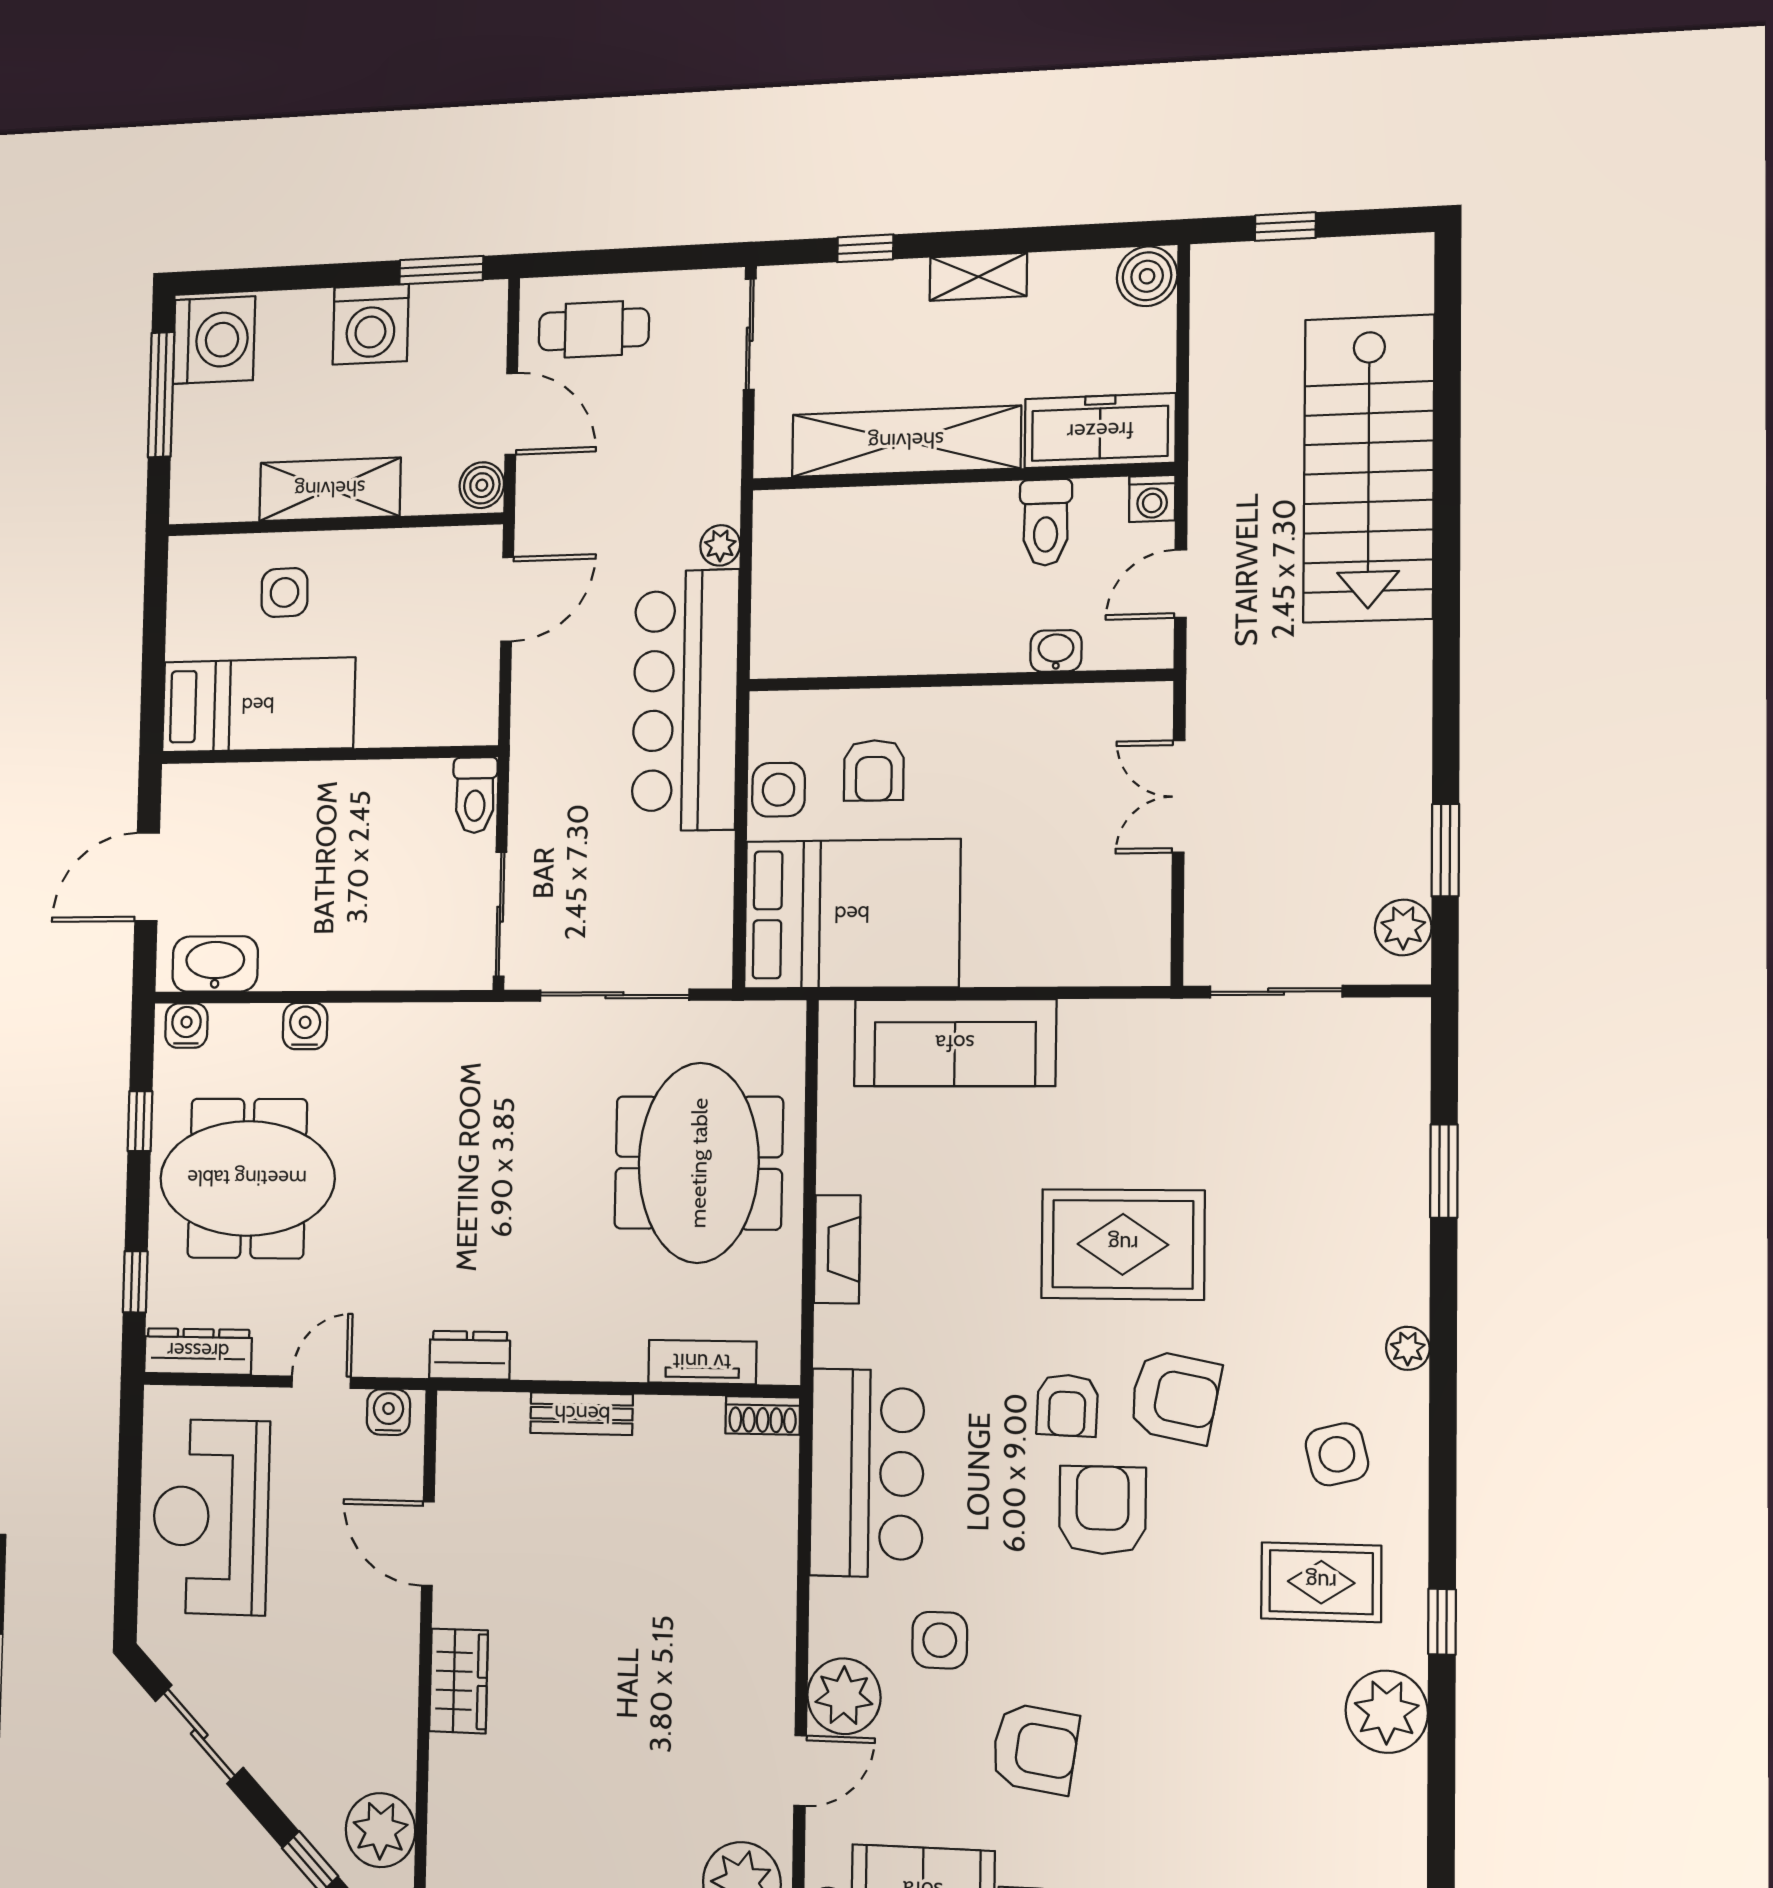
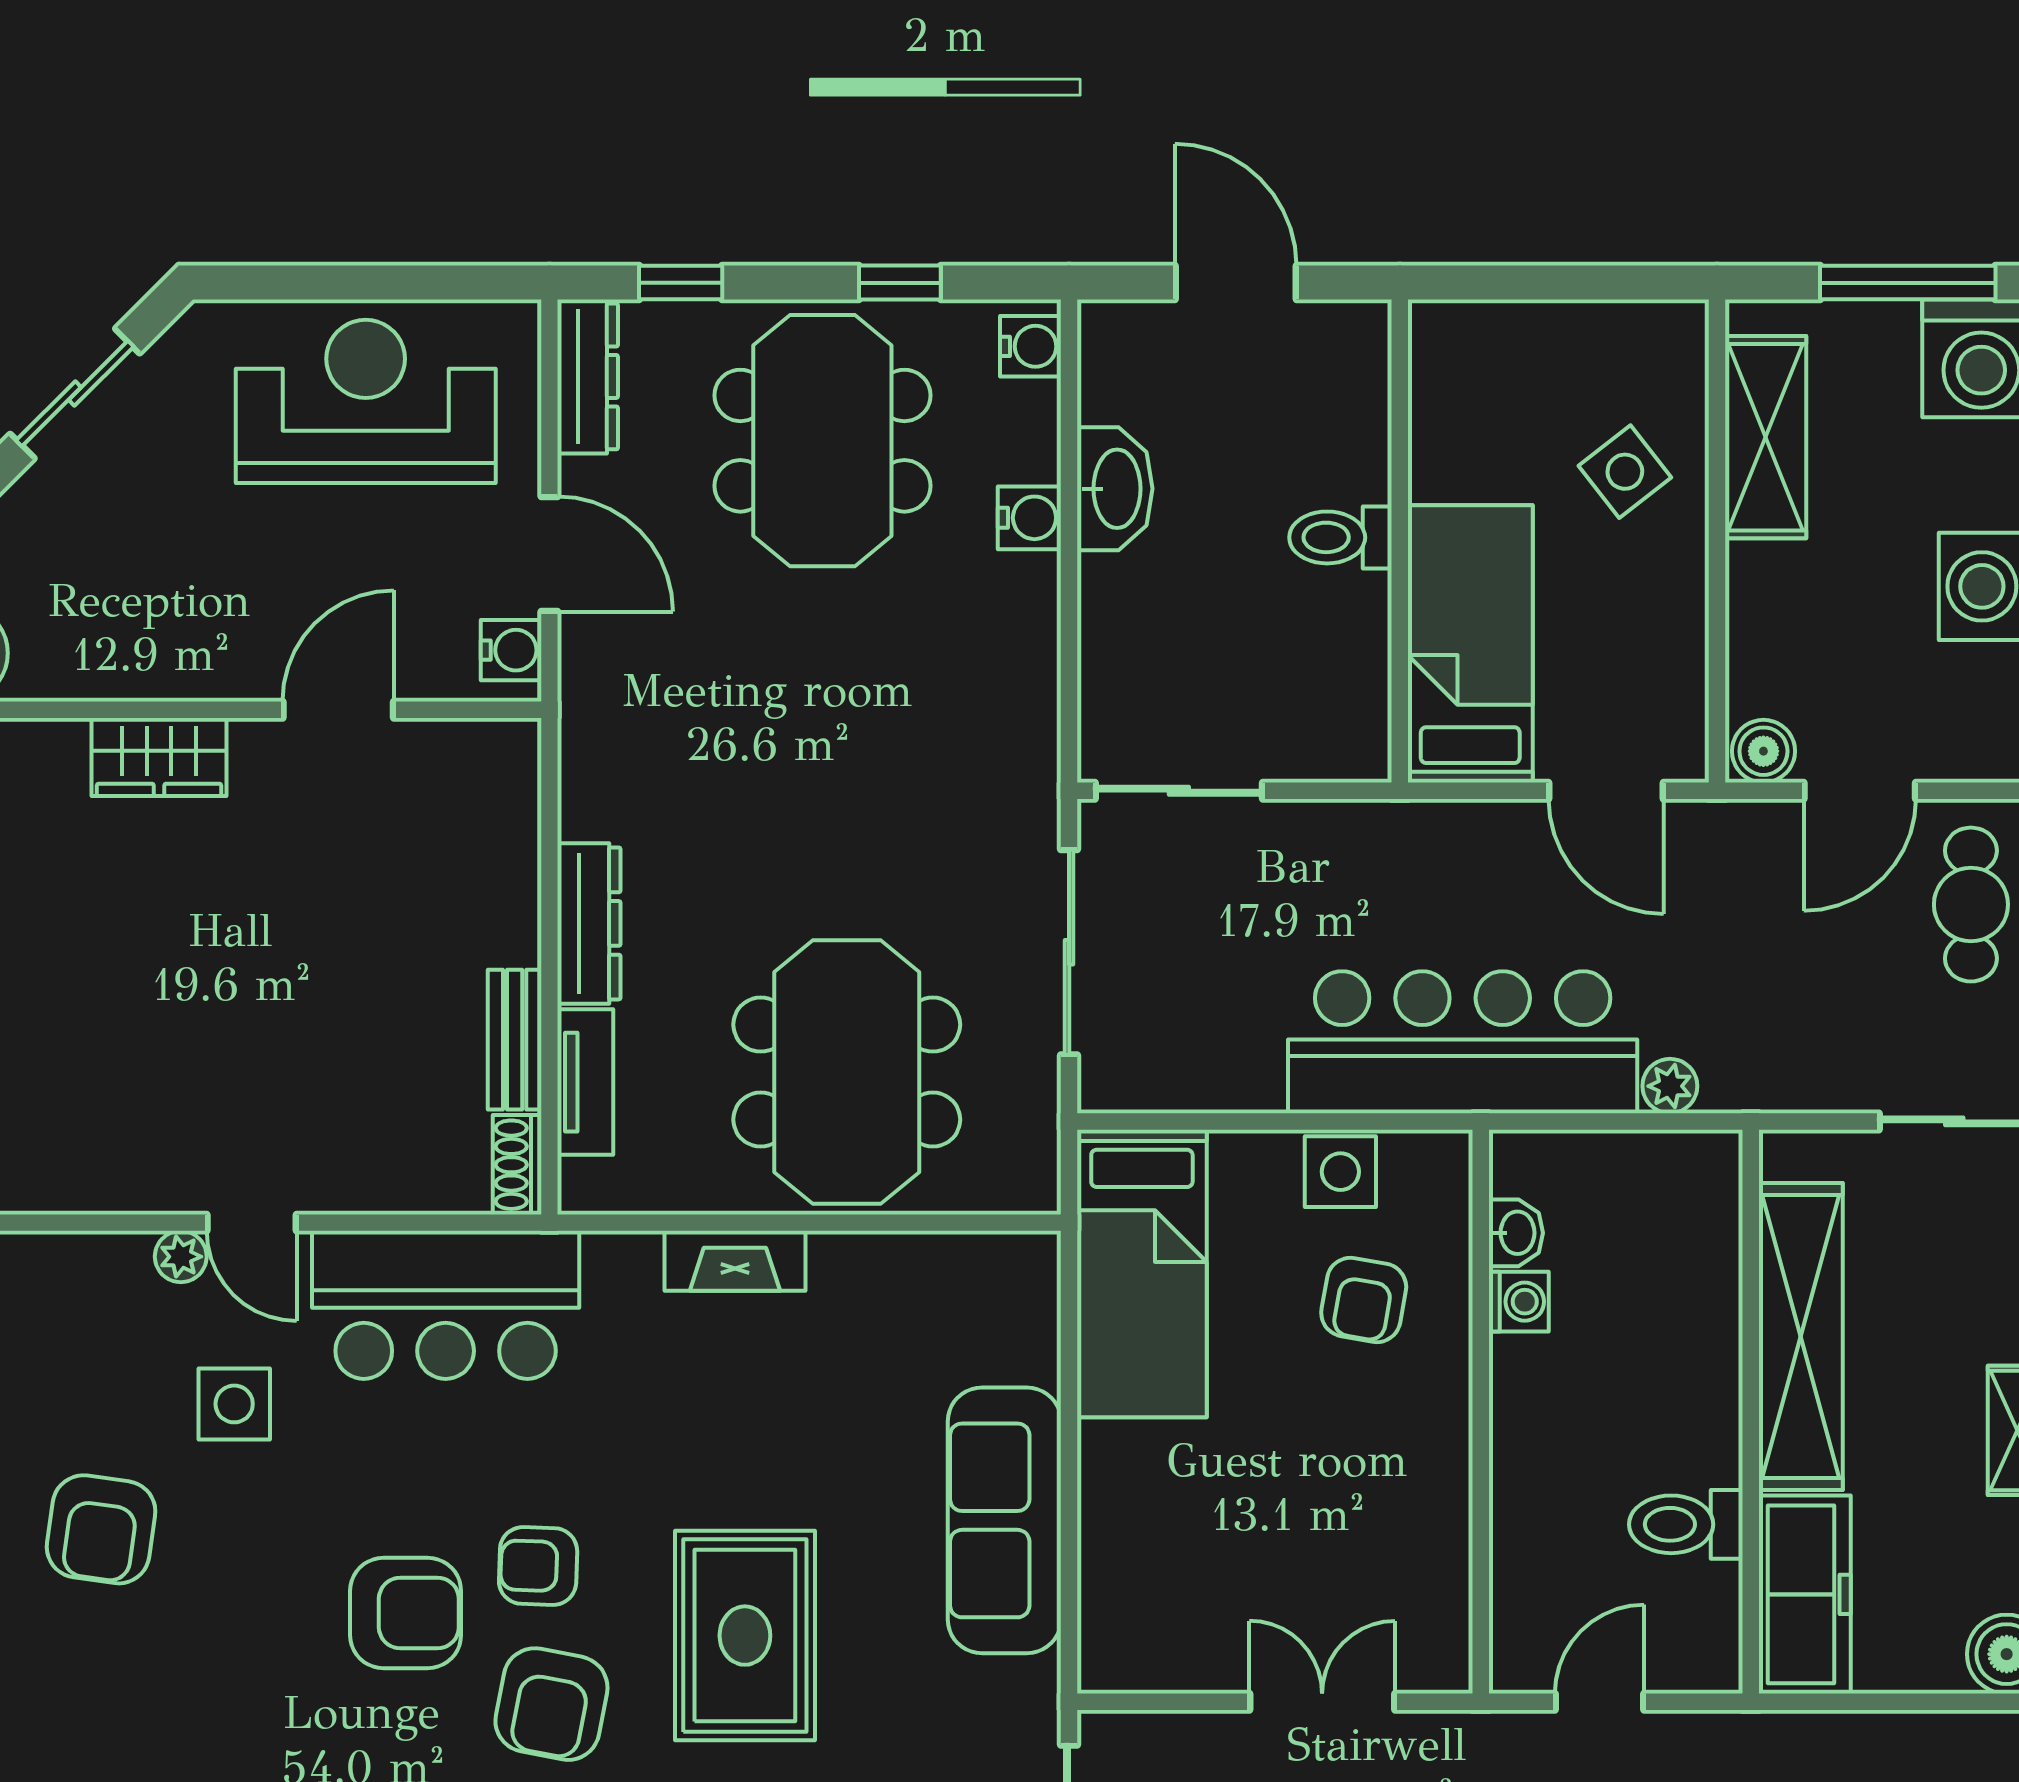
shelving: (330, 489) -> (1766, 437), moved
washing machine: (1152, 498) -> (1519, 1302), moved, turned 180
door: (1181, 584) -> (1600, 1702), hinge flipped
side table: (284, 592) -> (1625, 472), turned -37
washbasin: (1056, 651) -> (1516, 1233), moved
bed: (258, 705) -> (1470, 644), moved, turned 180
armchair: (874, 770) -> (1364, 1300), turned -80
toilet: (475, 795) -> (1340, 537), moved
bed: (852, 914) -> (1142, 1273), width x0.67
washbasin: (215, 964) -> (1115, 489), moved
sofa: (955, 1043) -> (1004, 1520), moved
meeting table: (699, 1163) -> (847, 1072), turned 90
dresser: (470, 1355) -> (589, 923), moved, width x1.44
door: (321, 1382) -> (549, 554), width x1.37
bench: (582, 1414) -> (515, 1040), moved
plant: (844, 1696) -> (181, 1257), width x0.53, depth x0.53
door: (800, 1771) -> (252, 1223), moved

